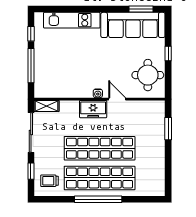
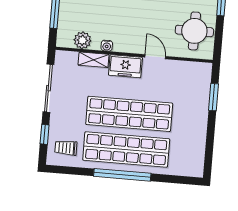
plant: (56, 91) -> (82, 40), added
water cooler: (98, 93) -> (107, 46), moved
shelving: (46, 106) -> (94, 60), moved

